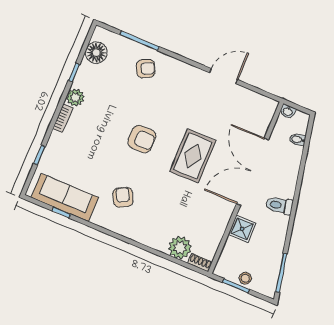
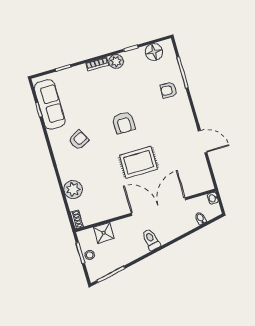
armchair: (146, 69) -> (169, 90), turned 118
shower: (242, 229) -> (104, 233), moved
plant: (180, 248) -> (73, 189), moved

